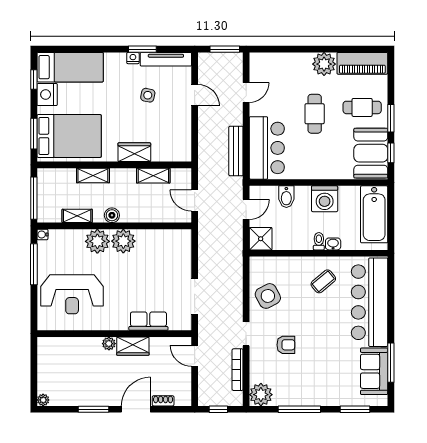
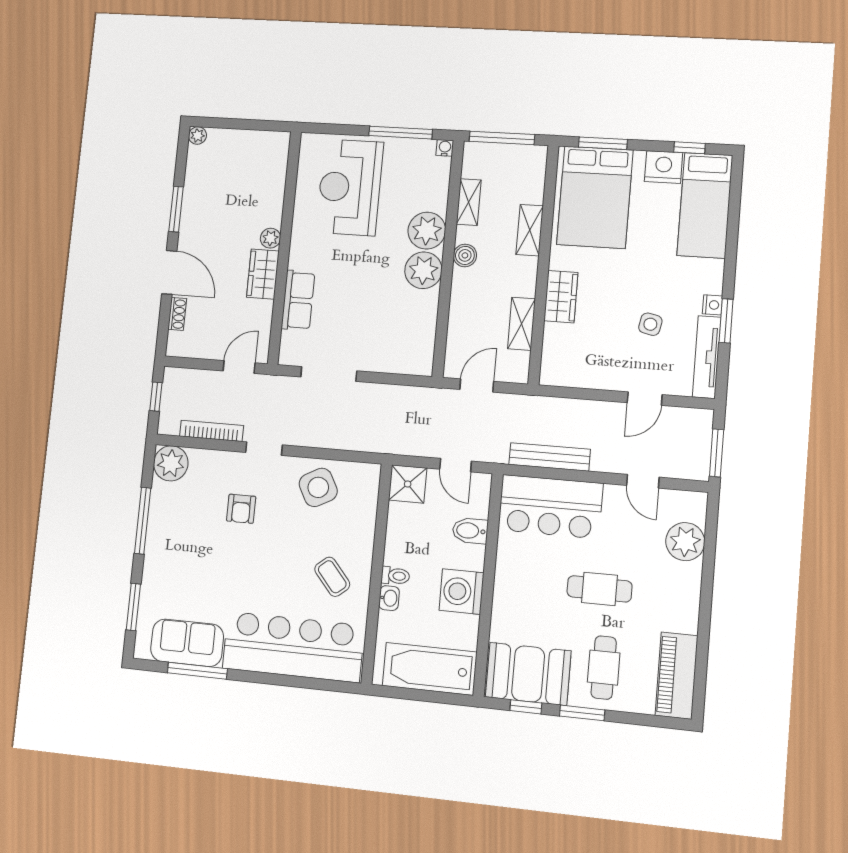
plant: (324, 64) -> (685, 542), moved

